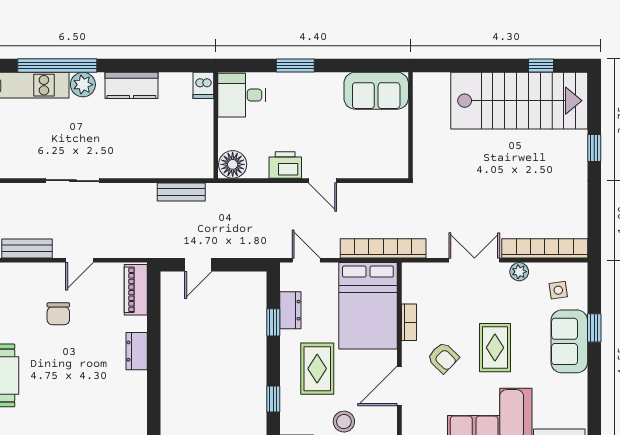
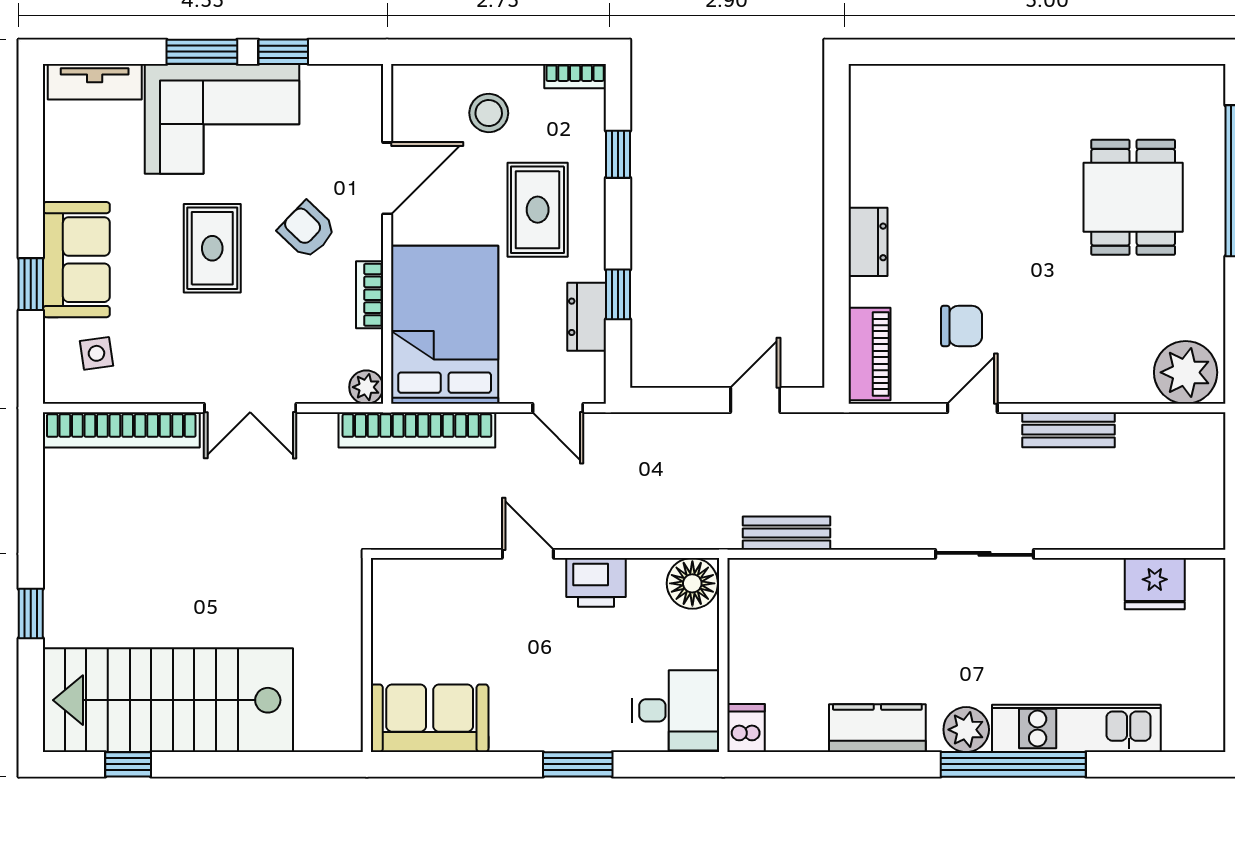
plant: (519, 272) -> (366, 387), moved
chair: (58, 314) -> (962, 326), moved, turned 90

